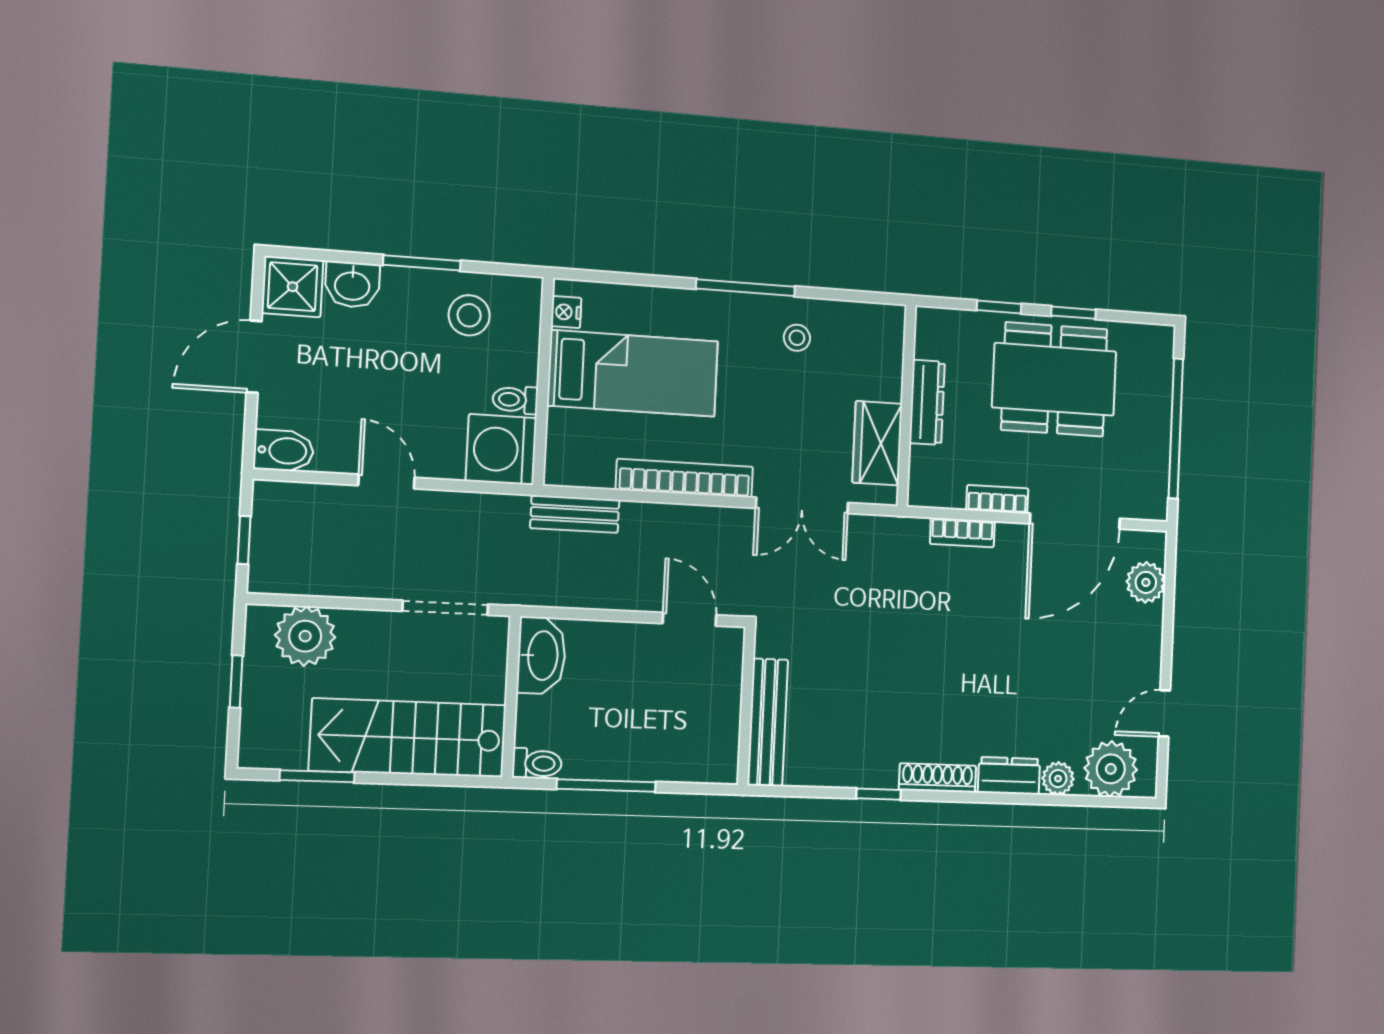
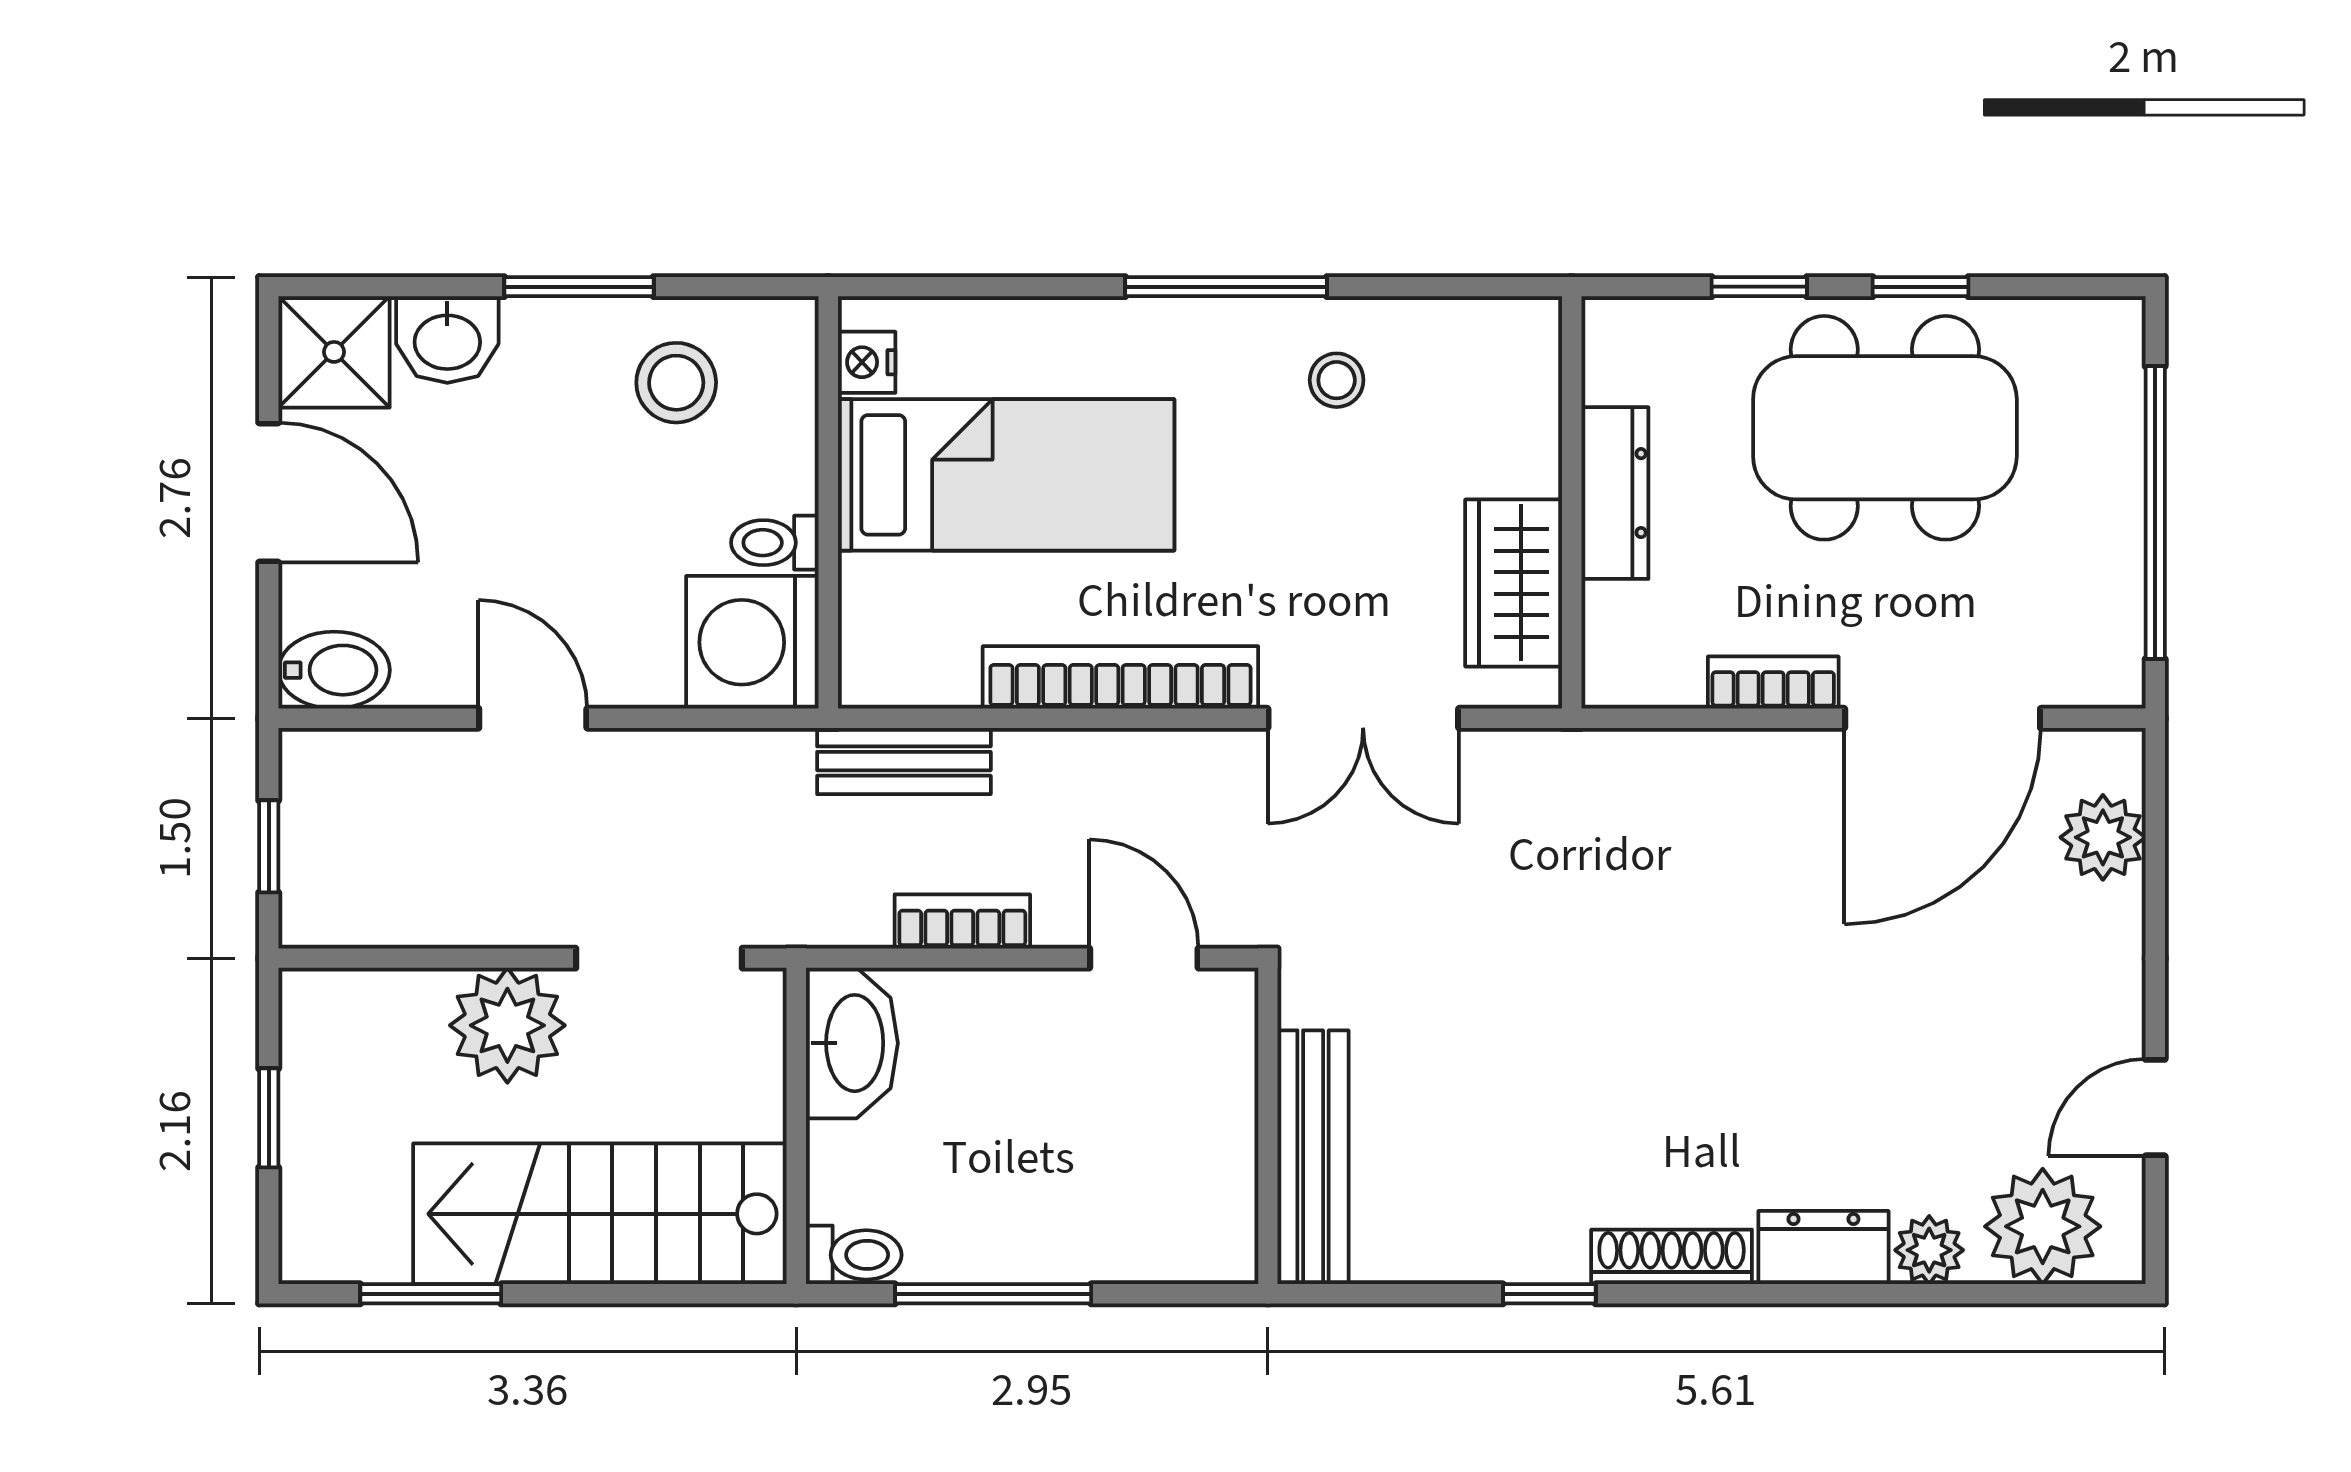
door: (254, 357) -> (269, 492), swing flipped
bookcase: (962, 533) -> (962, 921), moved, turned 180
plant: (305, 636) -> (507, 1025), moved

